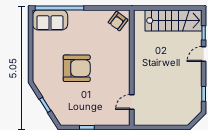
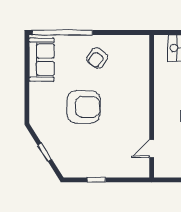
sofa: (50, 20) -> (42, 60), moved, turned -90
armchair: (118, 21) -> (97, 58), moved

